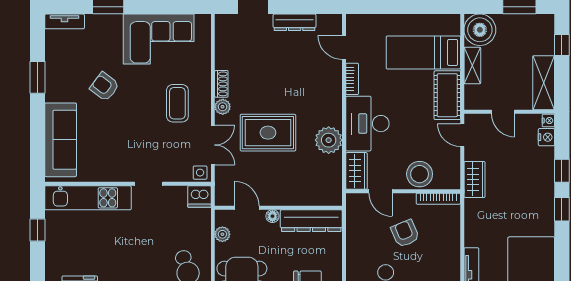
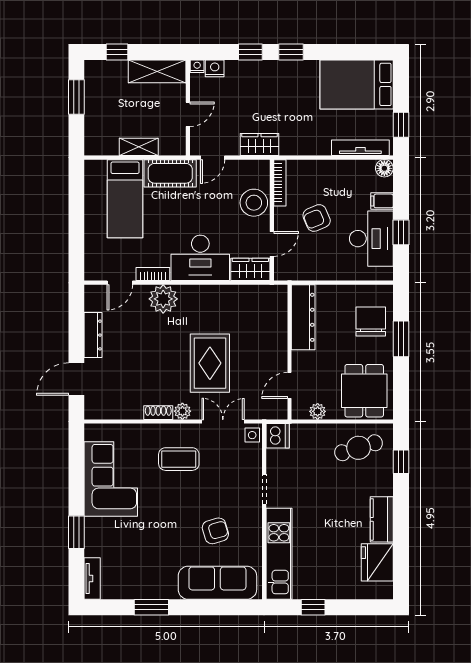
boiler: (480, 30) -> (101, 139), removed
armchair: (105, 87) -> (215, 531), moved, turned -143
plant: (329, 140) -> (163, 299), moved
floor lamp: (272, 216) -> (298, 358), removed

